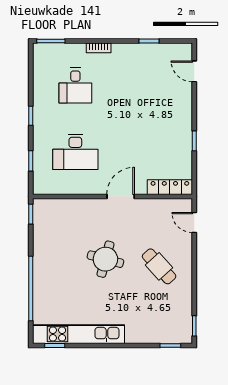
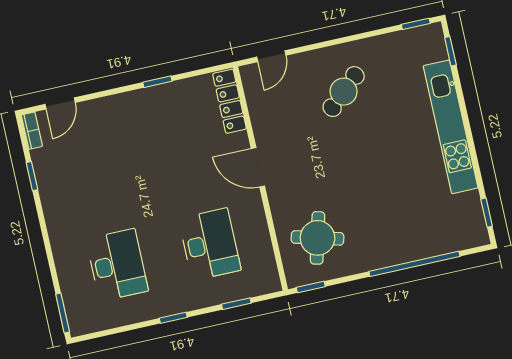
bookcase: (99, 48) -> (32, 131), moved
desk: (75, 86) -> (117, 265), width x1.37
round table: (105, 259) -> (317, 238), moved
kitchen unit: (79, 334) -> (451, 127), moved

